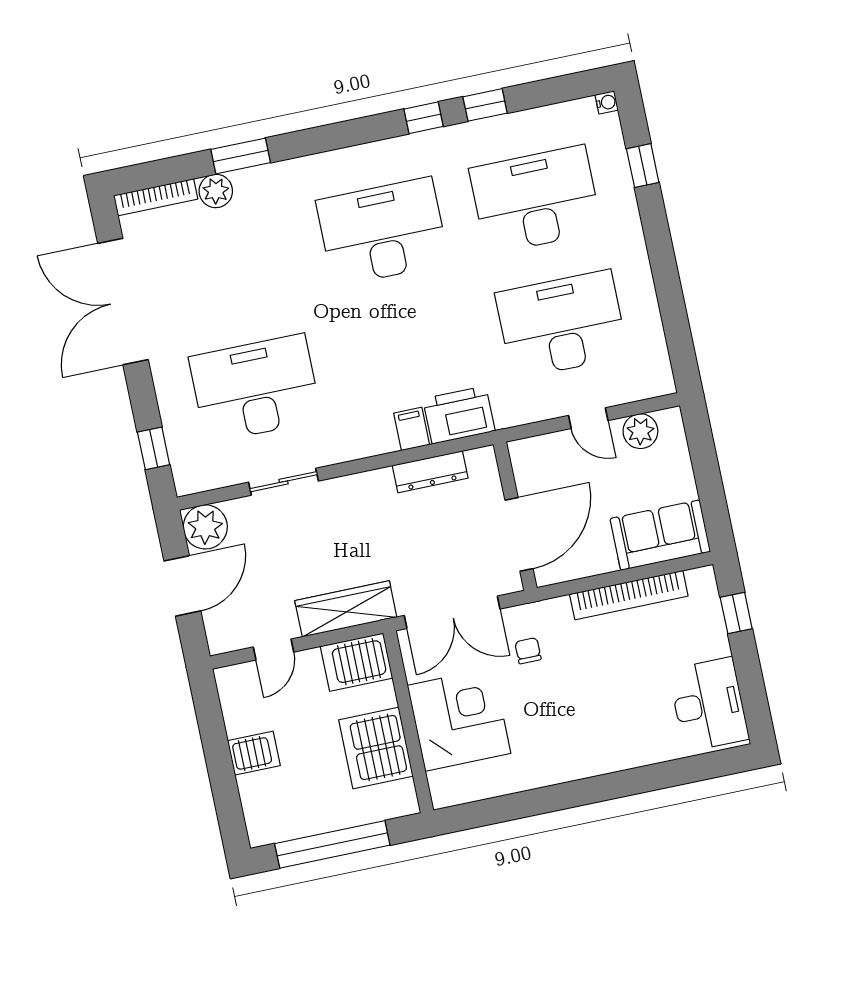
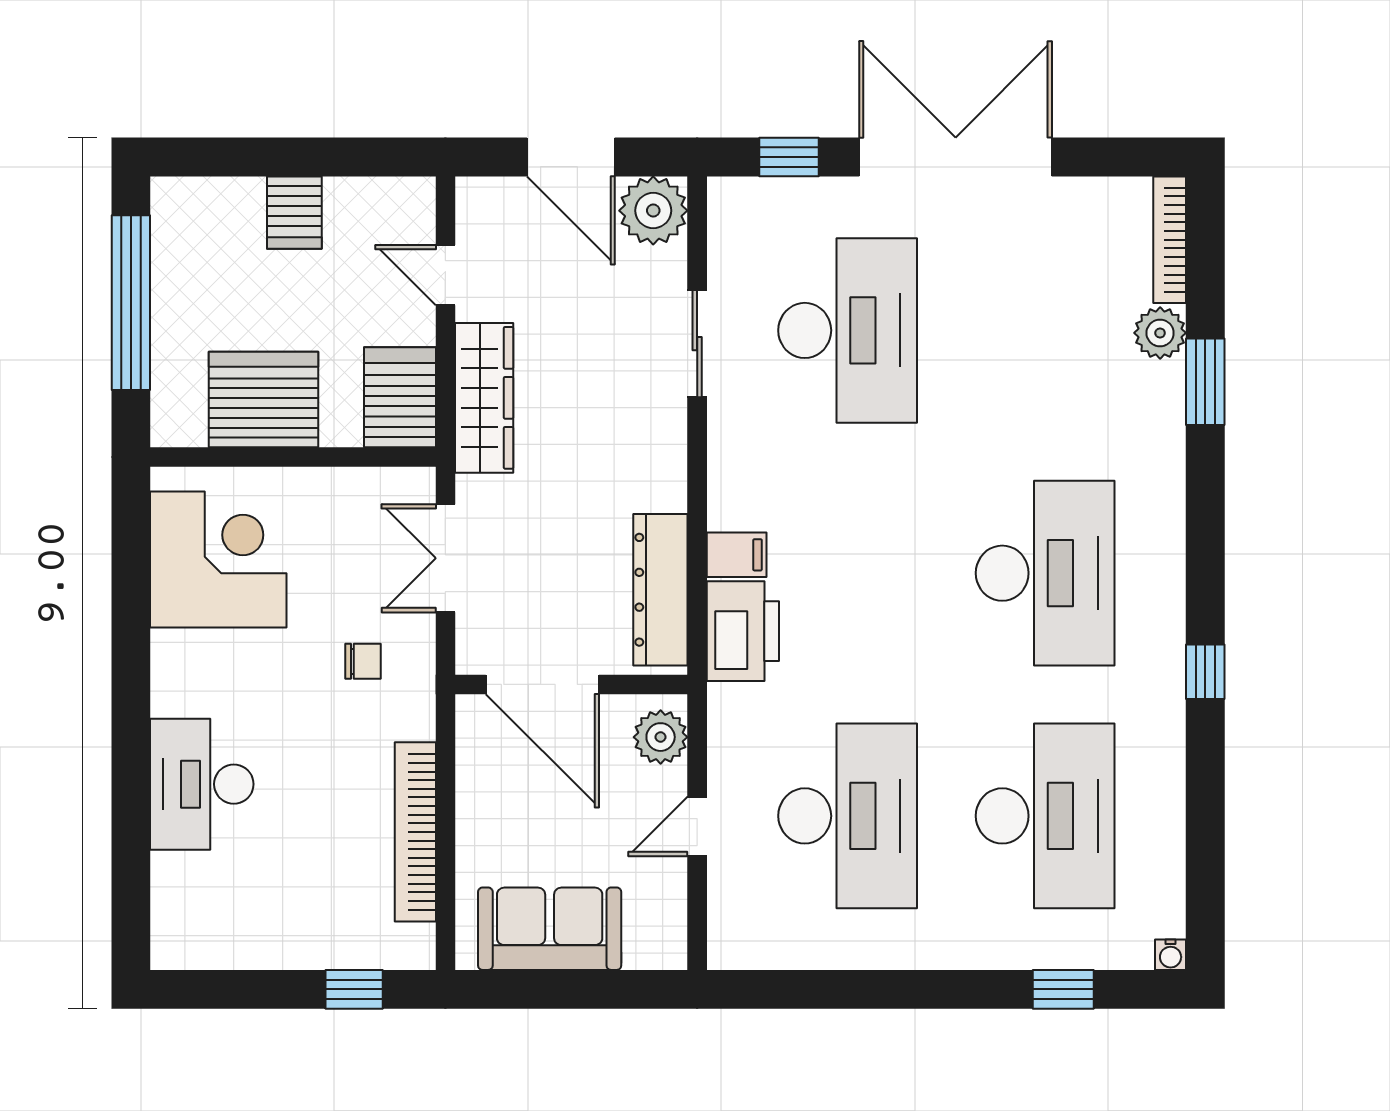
window: (485, 105) -> (1205, 769), removed
double door: (123, 302) -> (956, 157), moved
plant: (640, 431) -> (661, 737), moved
dresser: (430, 472) -> (660, 590), width x1.37, depth x1.24
sofa: (660, 535) -> (550, 929), moved, turned -90
double door: (452, 612) -> (445, 558), width x0.73
desk: (709, 704) -> (202, 784), moved, turned 90
corner desk: (459, 719) -> (218, 559), moved, turned -90

